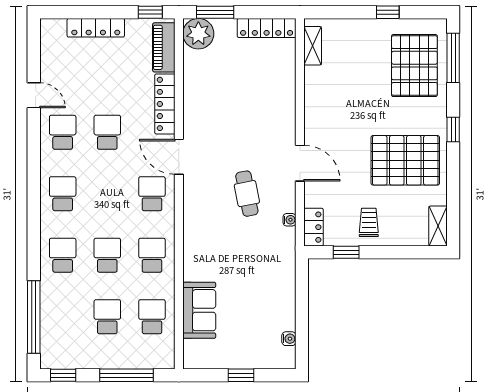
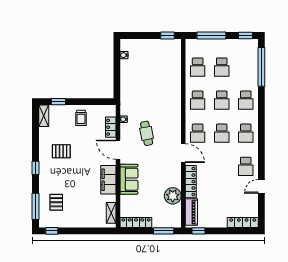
window: (388, 12) -> (52, 231), moved
locker: (96, 28) -> (243, 223), moved
plant: (198, 34) -> (173, 196), moved
pallet: (414, 66) -> (56, 202), width x0.49, depth x0.50
door: (34, 95) -> (261, 186), hinge flipped
filing cabinet: (318, 107) -> (108, 180), added
school desk: (107, 132) -> (222, 133), moved
pallet: (405, 160) -> (61, 151), width x0.49, depth x0.50
locker: (314, 227) -> (111, 127), moved
window: (346, 252) -> (58, 102), moved
sofa: (199, 310) -> (129, 179), moved, turned 180
window: (241, 375) -> (168, 35), moved

